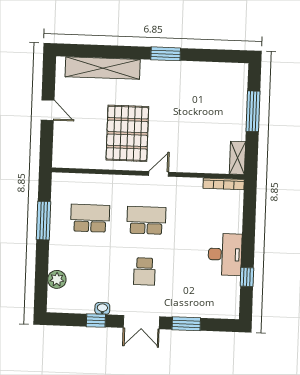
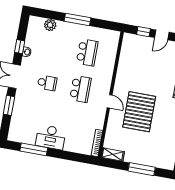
pallet: (127, 133) -> (139, 112), moved, turned 90
window: (47, 138) -> (144, 32), added
window: (44, 221) -> (78, 20), moved
school desk: (144, 271) -> (47, 83), turned 180
window: (247, 277) -> (34, 149), width x2.17

